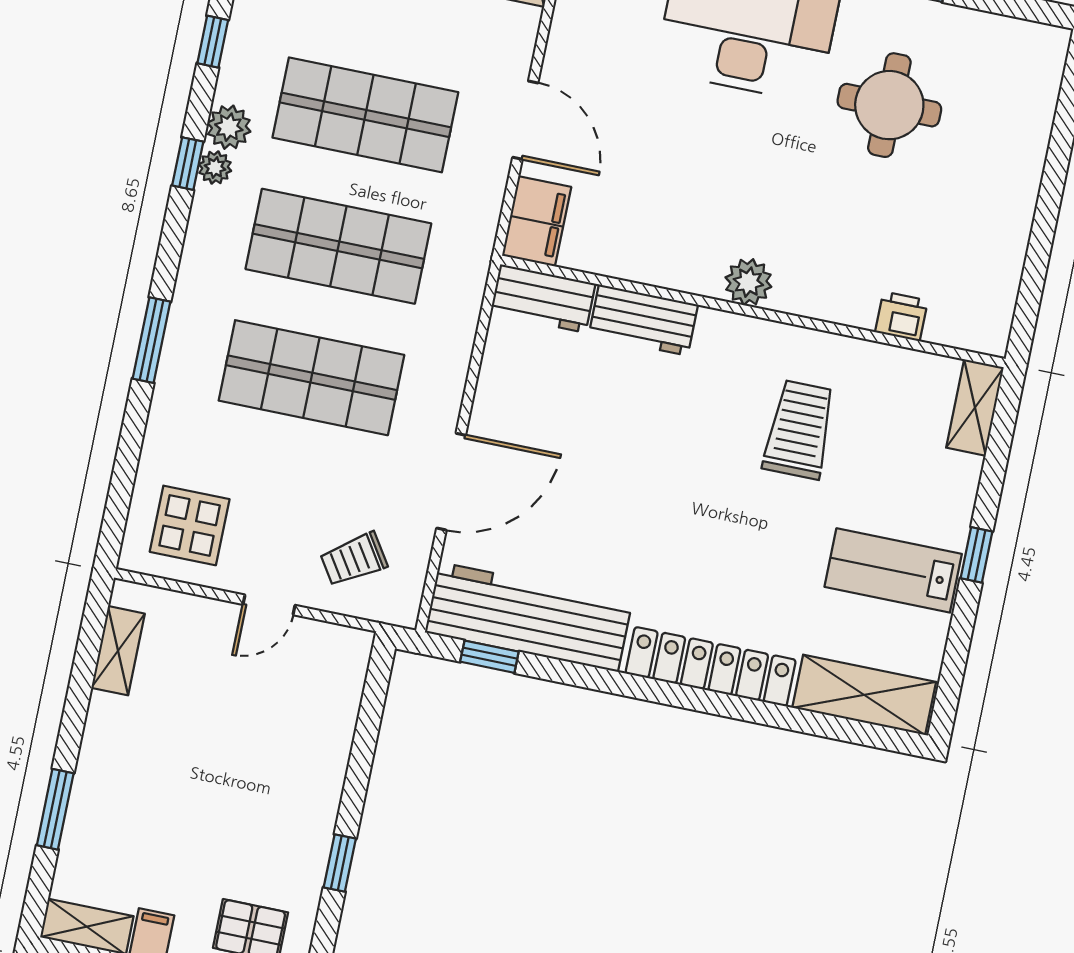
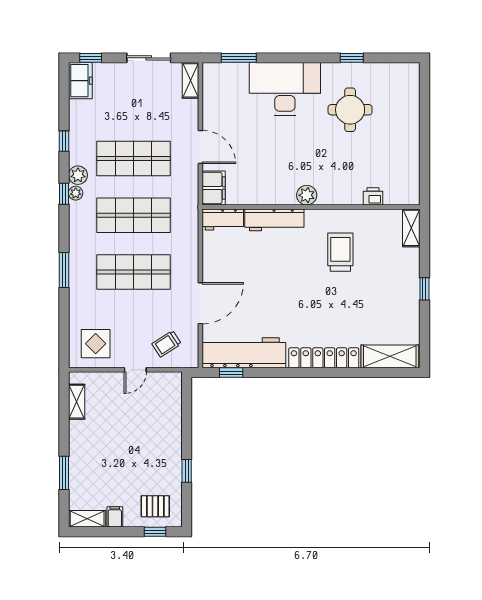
workbench: (643, 320) -> (274, 220), width x1.38
lab bench: (893, 570) -> (391, 302), removed

